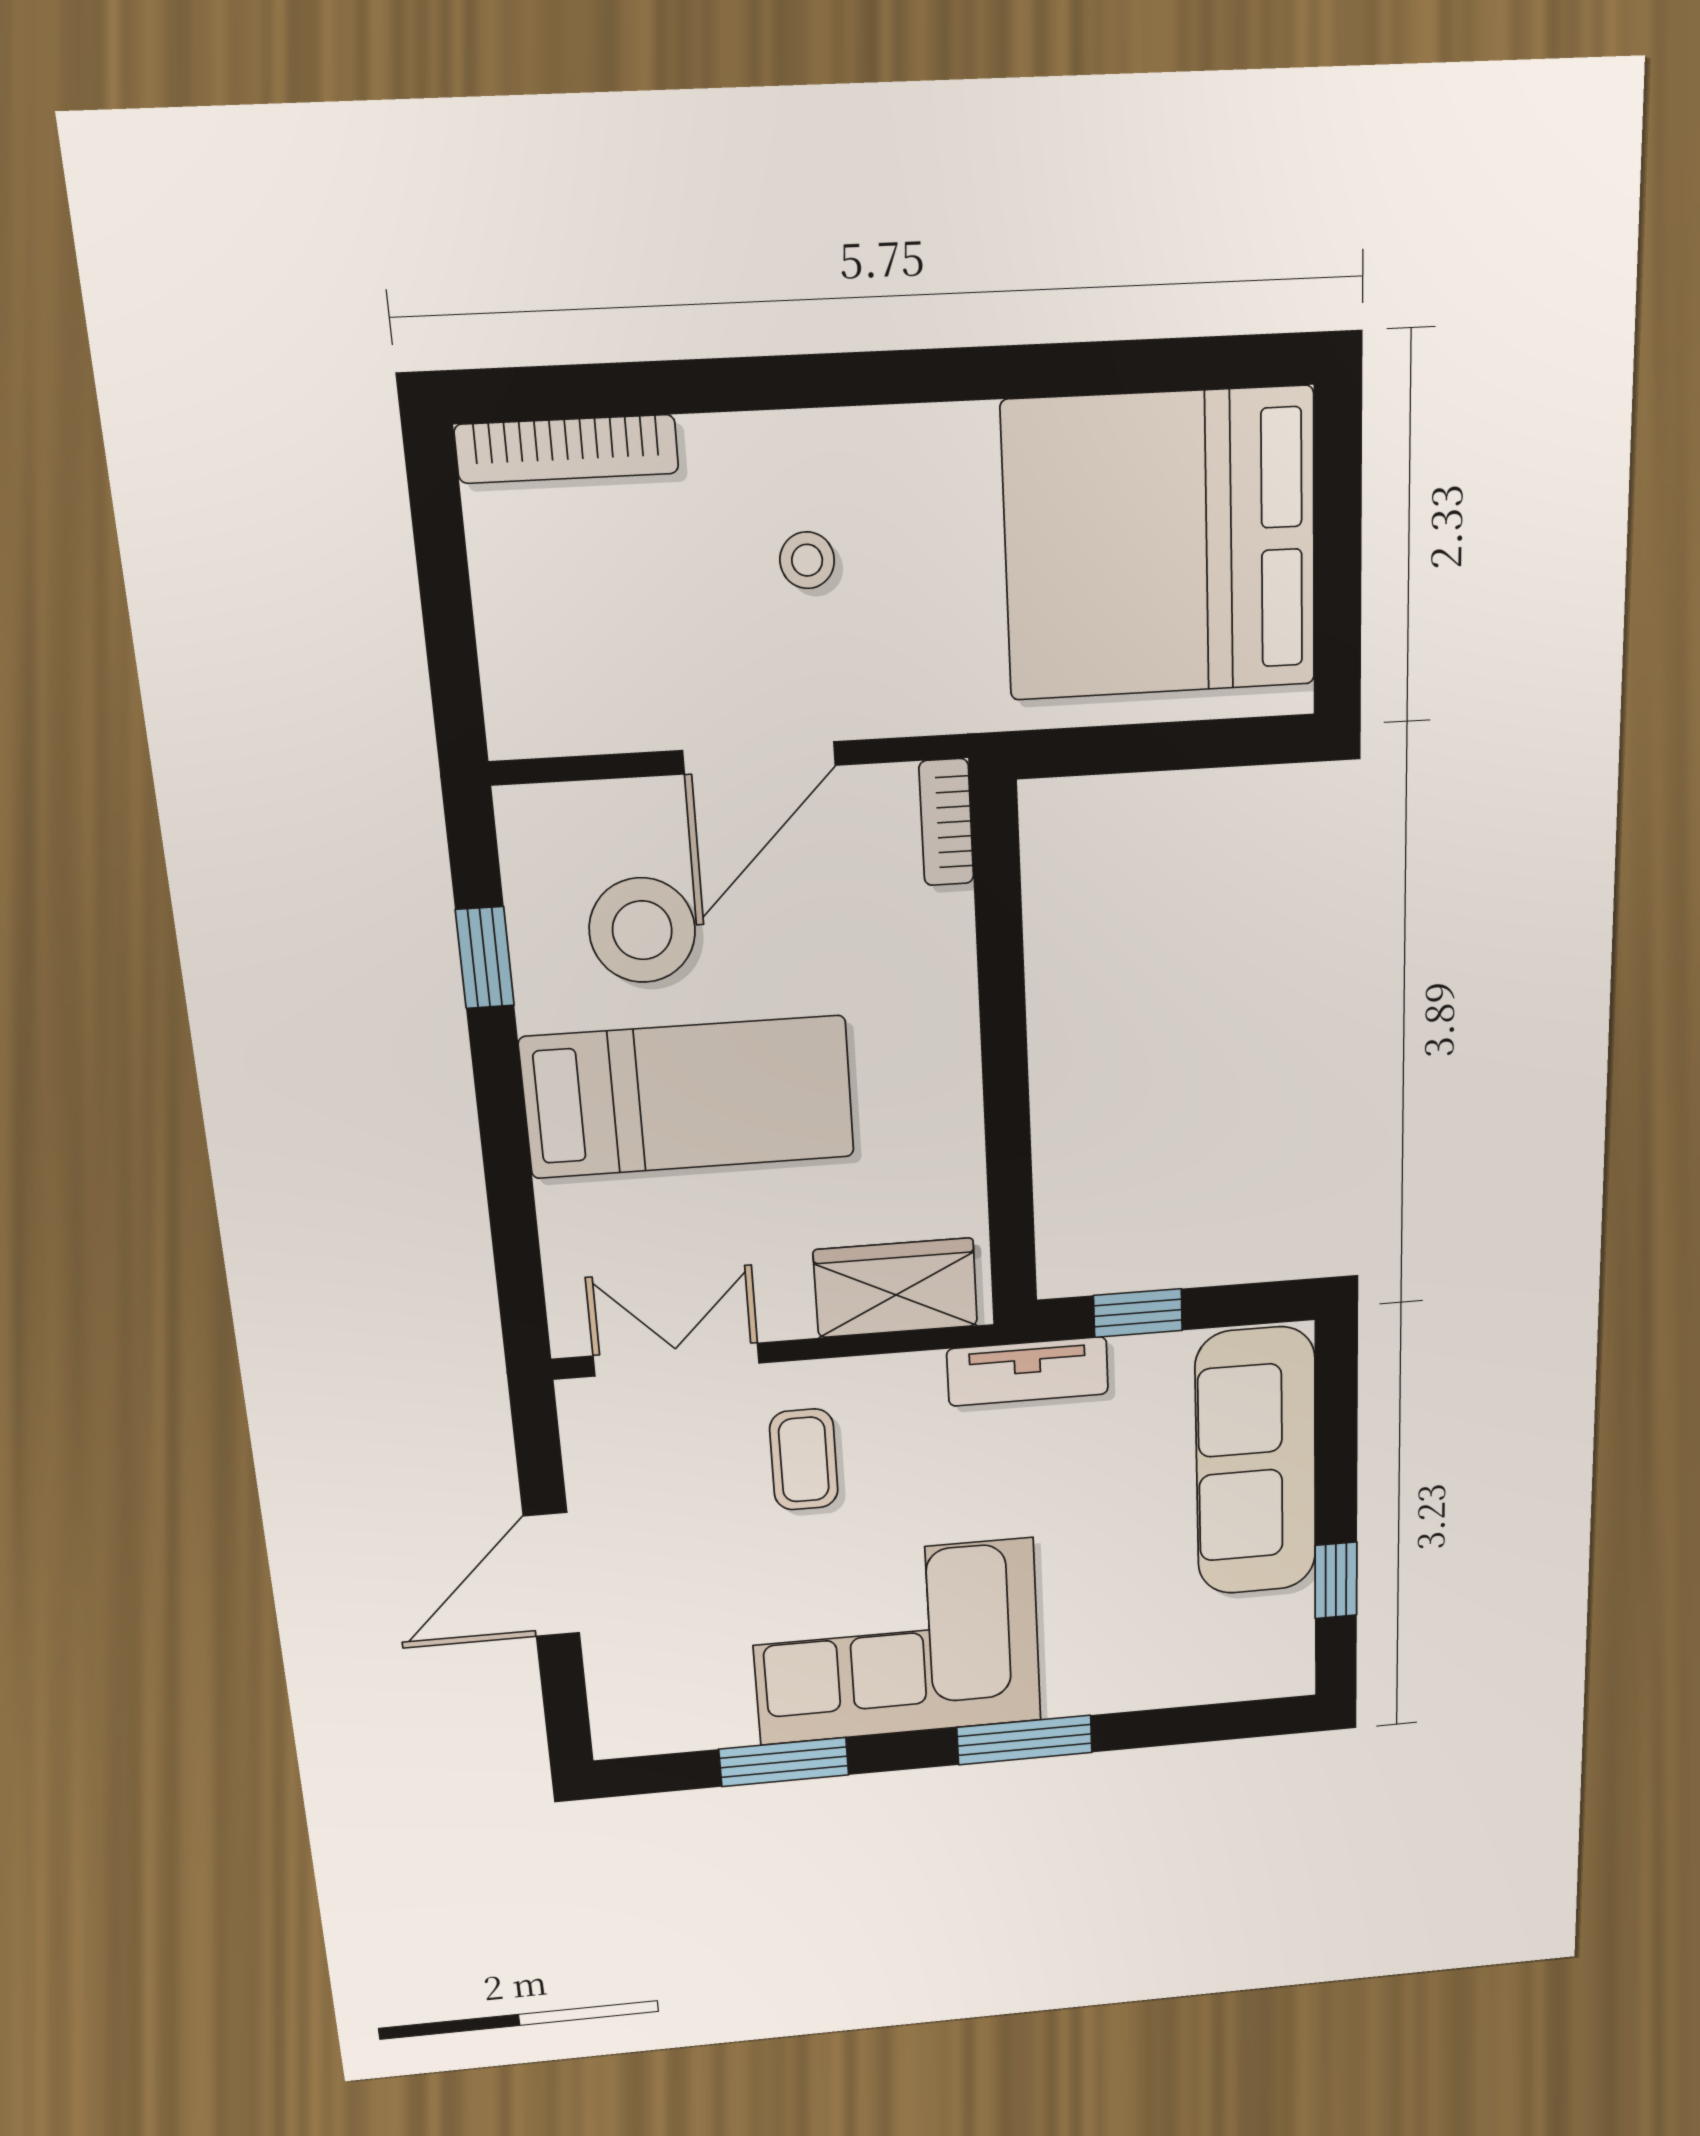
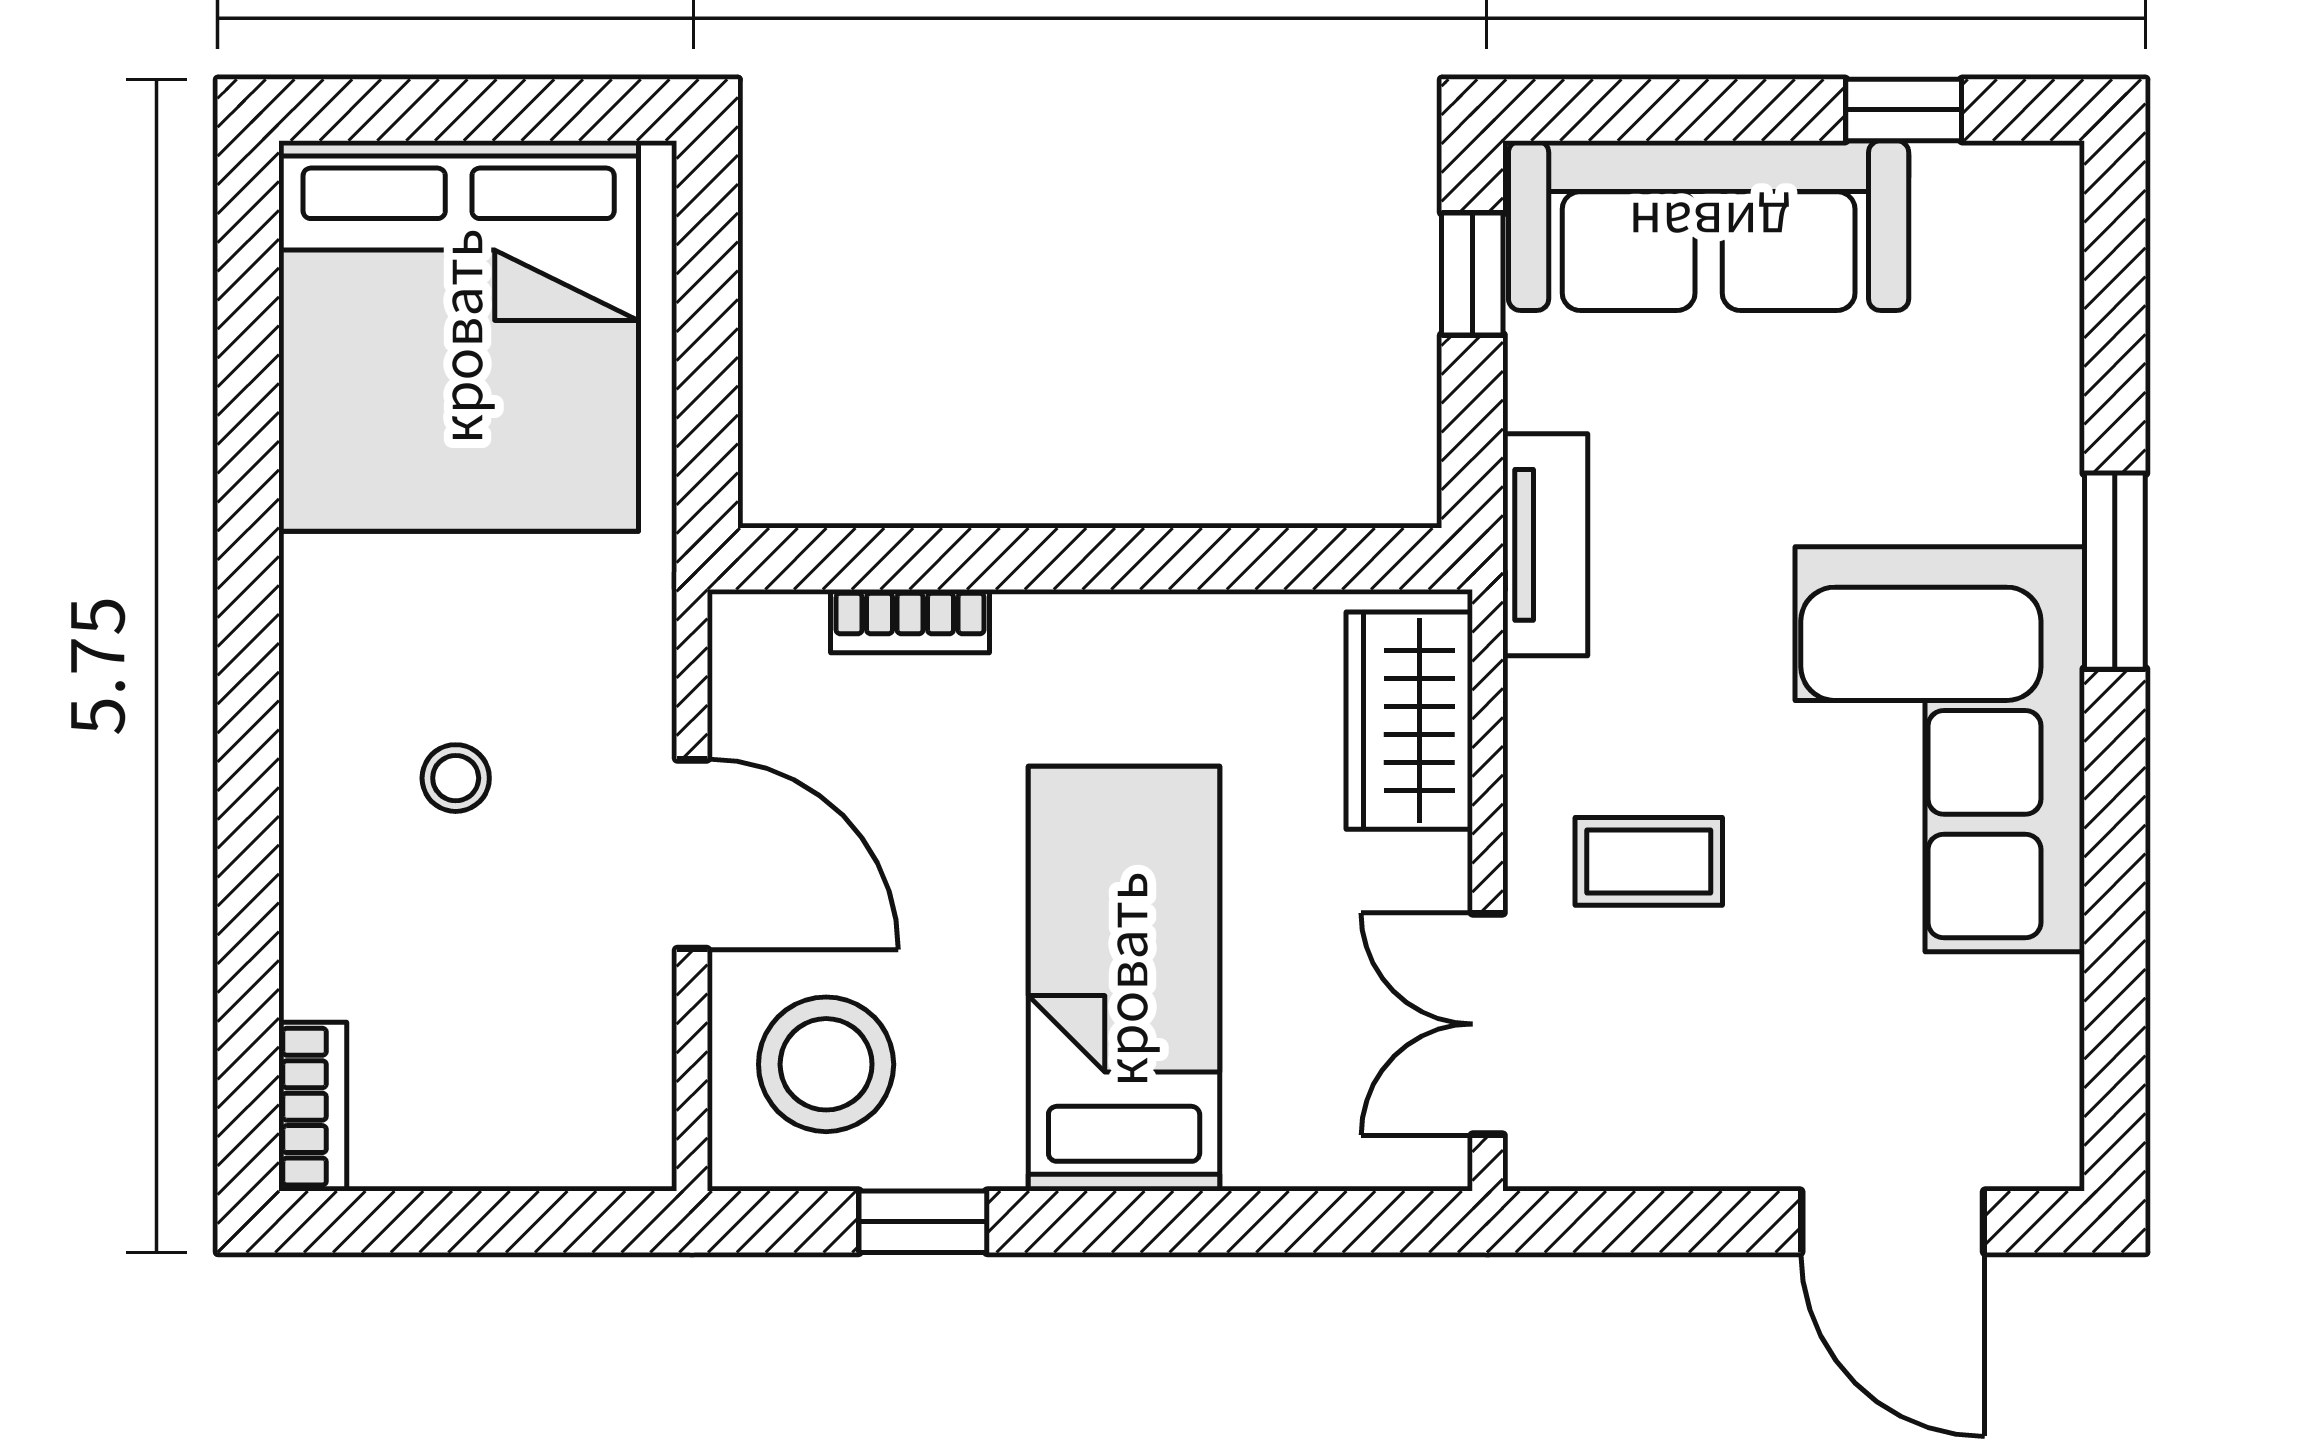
bookcase: (567, 449) -> (313, 1107), width x0.64
bookcase: (946, 822) -> (910, 621), moved
stool: (642, 930) -> (826, 1064), moved
window: (1138, 1313) -> (1472, 274), moved
door: (552, 1575) -> (1893, 1222), moved
window: (784, 1762) -> (2115, 921), removed

